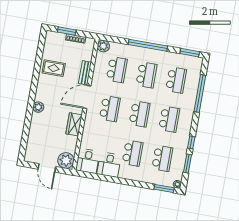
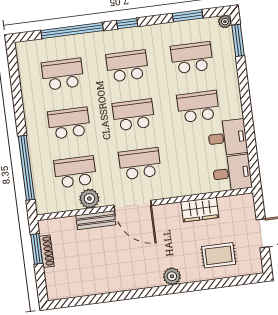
window: (67, 31) -> (37, 249), moved
window: (148, 45) -> (26, 168), moved
plant: (103, 46) -> (89, 199), moved
window: (190, 53) -> (13, 66), removed
rug: (54, 68) -> (219, 255), moved, turned 90
wardrobe: (74, 124) -> (200, 210), moved
window: (191, 142) -> (127, 23), moved
plant: (66, 160) -> (242, 207), removed

